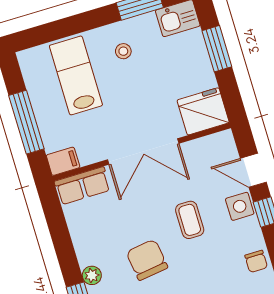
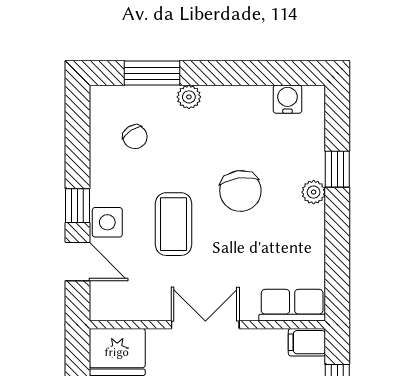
double door: (143, 152) -> (205, 325), width x0.73
coffee table: (190, 220) -> (173, 224), width x1.36, depth x1.30
chair: (256, 261) -> (135, 137), moved, turned 147

